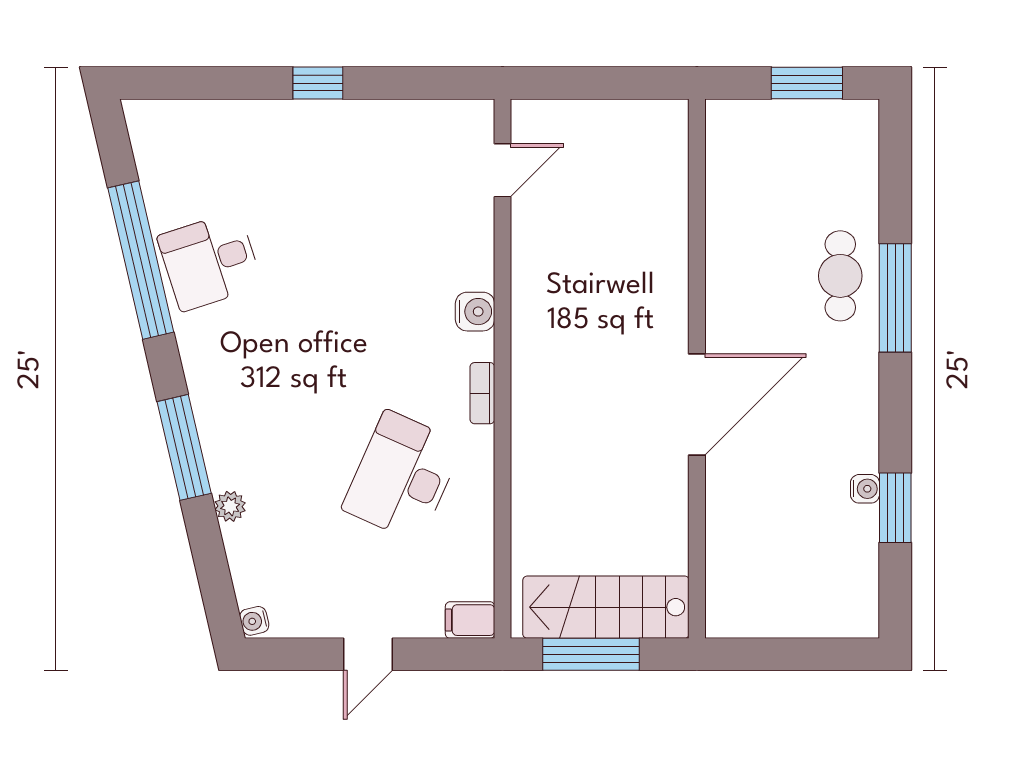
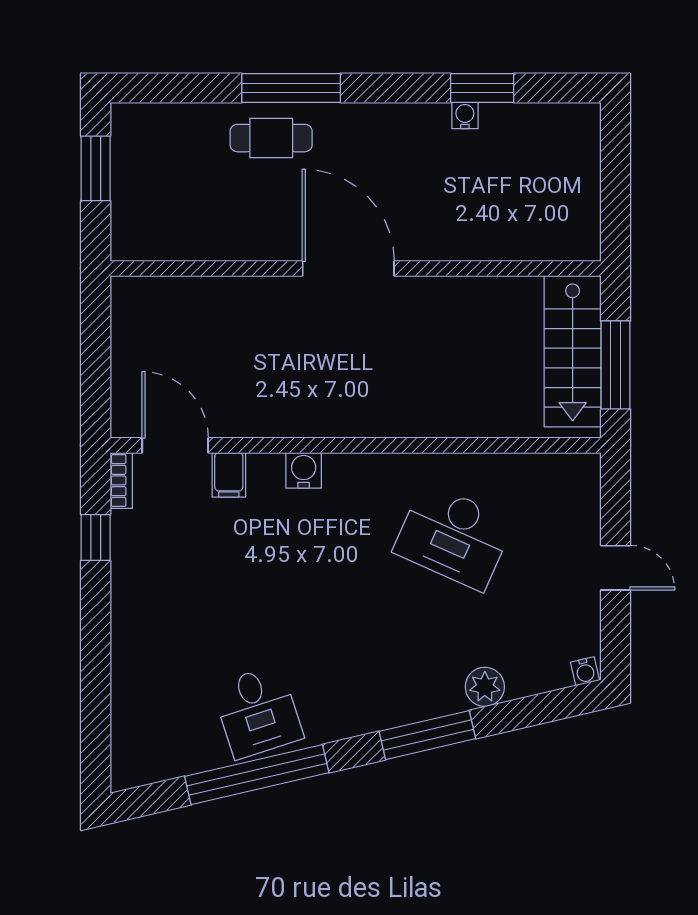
window: (318, 83) -> (96, 538), moved
door: (503, 170) -> (175, 445), width x1.38
bookcase: (482, 393) -> (121, 480), moved, turned -90
door: (697, 404) -> (348, 268), moved
plant: (230, 506) -> (485, 687), width x1.38, depth x1.38
filing cabinet: (470, 620) -> (229, 475), moved

